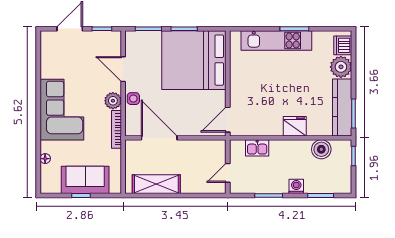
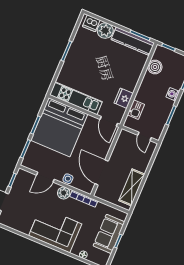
kitchen unit: (276, 40) -> (76, 98), moved, turned -90
fridge: (295, 126) -> (124, 98), moved
door: (159, 138) -> (102, 172), hinge flipped

